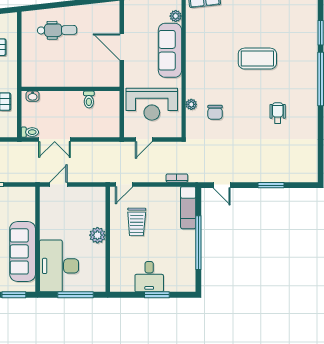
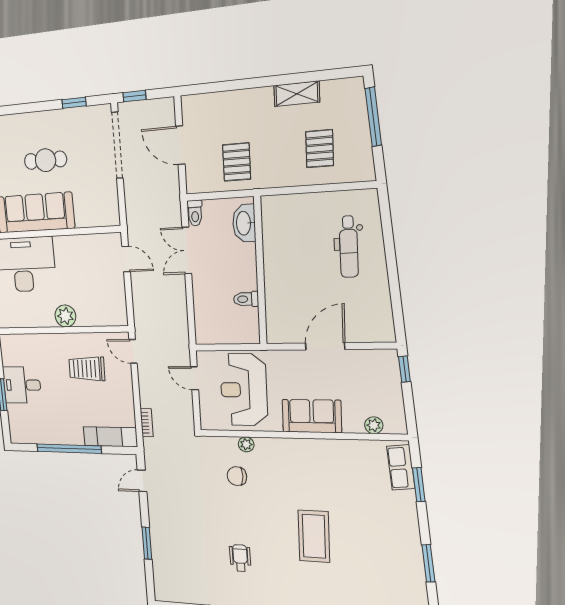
sofa: (170, 50) -> (312, 416), width x0.73
washbasin: (33, 96) -> (244, 223), width x1.91, depth x1.45
wheelchair: (278, 113) -> (240, 558), turned -91

